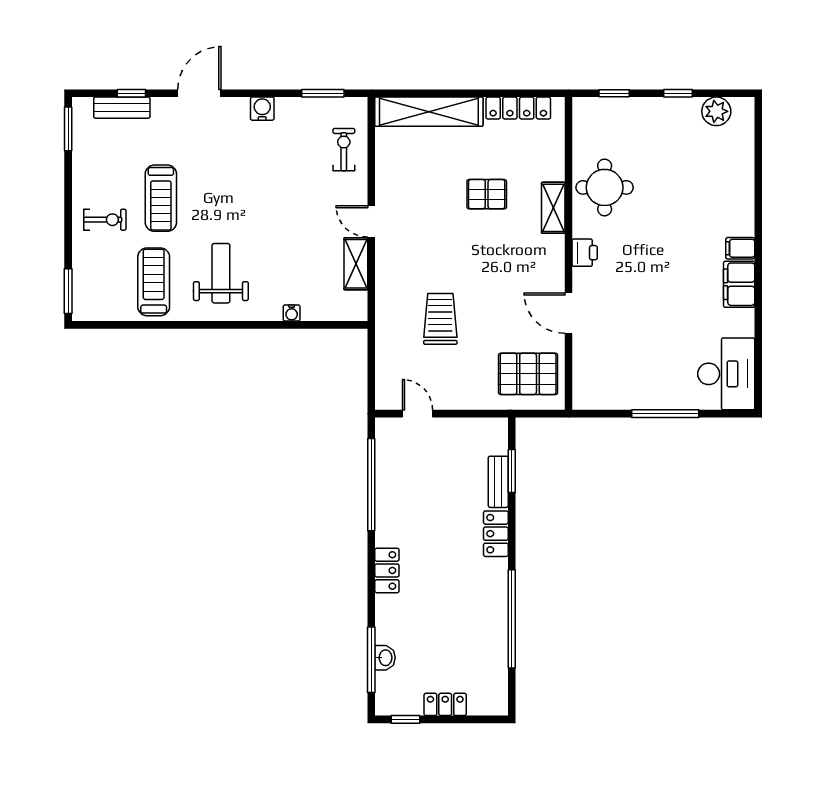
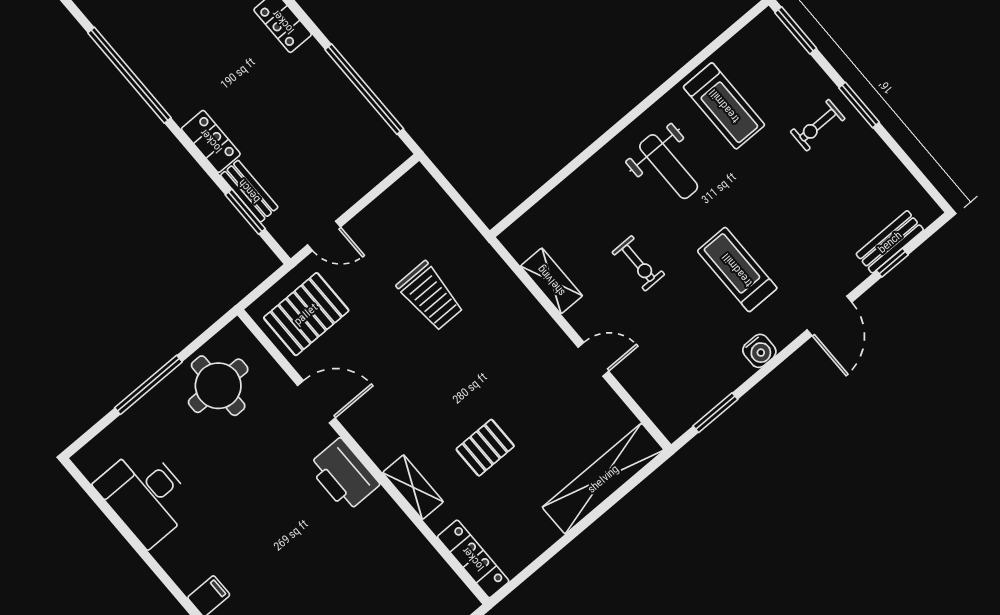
locker: (518, 108) -> (473, 559), moved, turned 90
window: (68, 129) -> (859, 105), moved
exercise bike: (344, 150) -> (638, 263), moved
round table: (605, 187) -> (218, 386), moved
treadmill: (161, 198) -> (737, 270), moved
door: (371, 221) -> (593, 359), moved
printer: (585, 253) -> (343, 475), width x1.87, depth x1.48
filing cabinet: (739, 284) -> (182, 562), removed
water cooler: (292, 313) -> (572, 185), removed
desk: (726, 374) -> (146, 496), moved
door: (418, 414) -> (324, 236), moved

